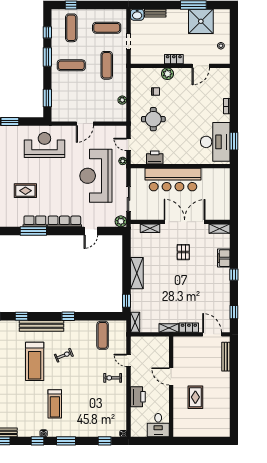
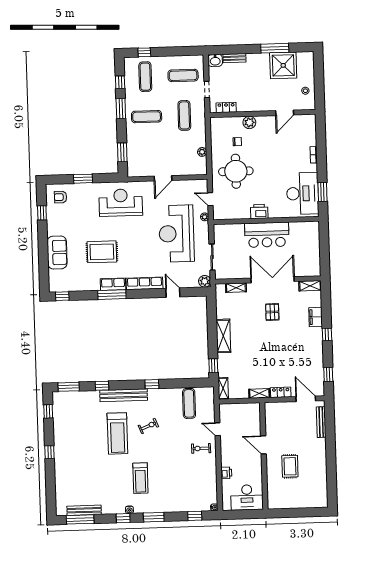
locker: (174, 59) -> (226, 107), moved
round table: (153, 119) -> (236, 171), width x1.36, depth x1.36
printer: (155, 157) -> (259, 211), moved
bar counter: (173, 180) -> (267, 235), width x0.73
rug: (25, 191) -> (102, 252), width x1.36, depth x1.43
door: (91, 231) -> (173, 293), swing flipped
printer: (138, 397) -> (226, 473), width x0.53, depth x0.68
desk: (158, 425) -> (247, 497), width x1.37

